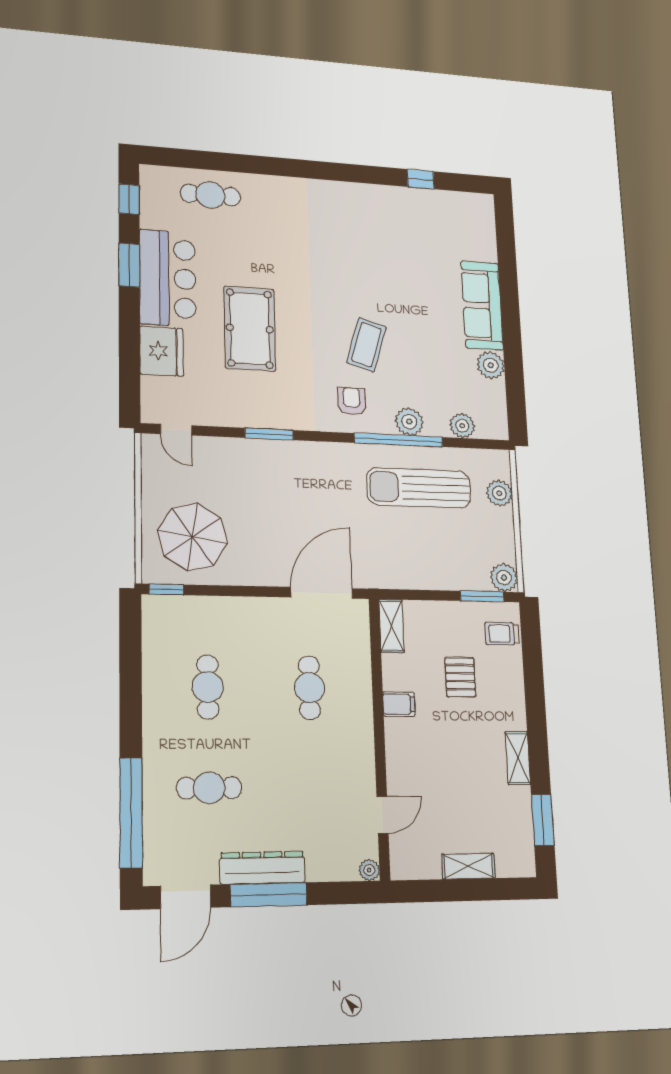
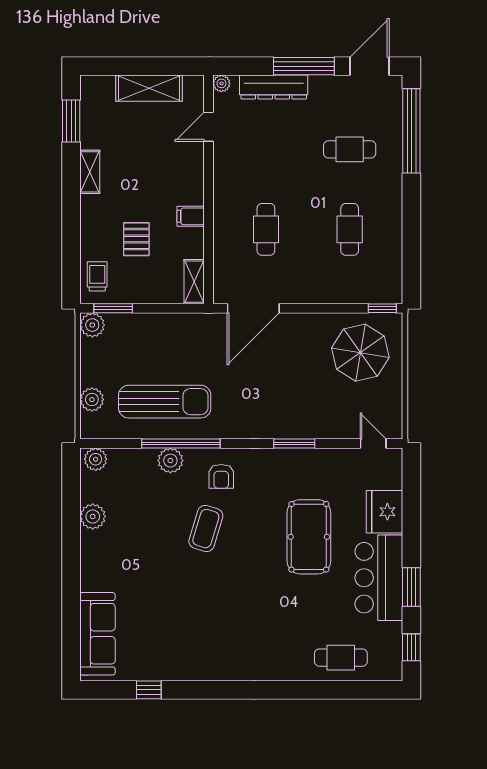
sofa: (482, 305) -> (97, 634), moved
plant: (462, 426) -> (96, 459), moved
trolley: (502, 634) -> (97, 276), turned -90
shelving: (468, 866) -> (149, 88), width x1.50, depth x1.33
dresser: (262, 868) -> (274, 87), moved

